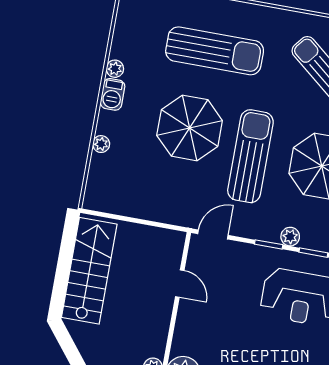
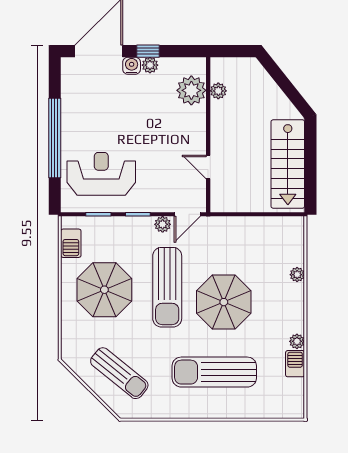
barbecue: (113, 94) -> (295, 364), moved
plant: (290, 237) -> (163, 224), moved

